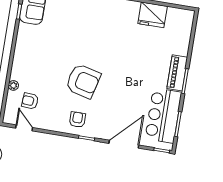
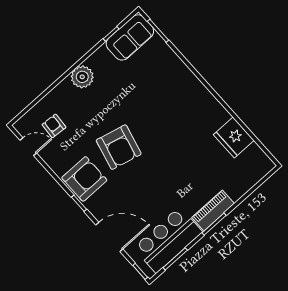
plant: (13, 85) -> (82, 77), moved, width x1.87, depth x1.87
armchair: (77, 120) -> (84, 179), width x1.88, depth x1.88
door: (24, 128) -> (28, 147), hinge flipped

